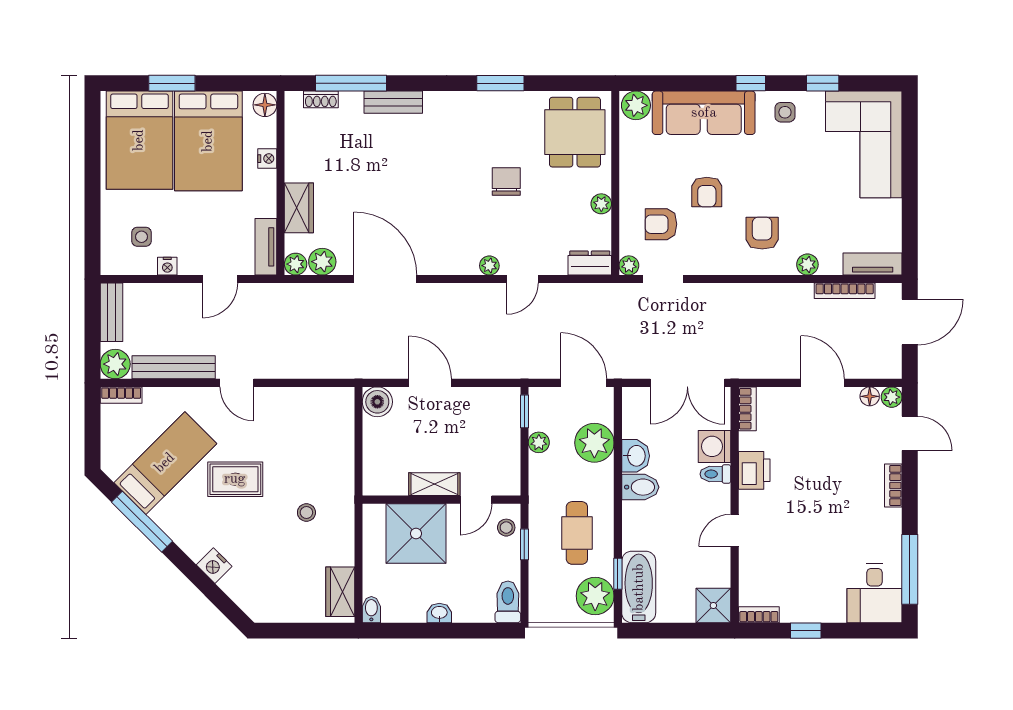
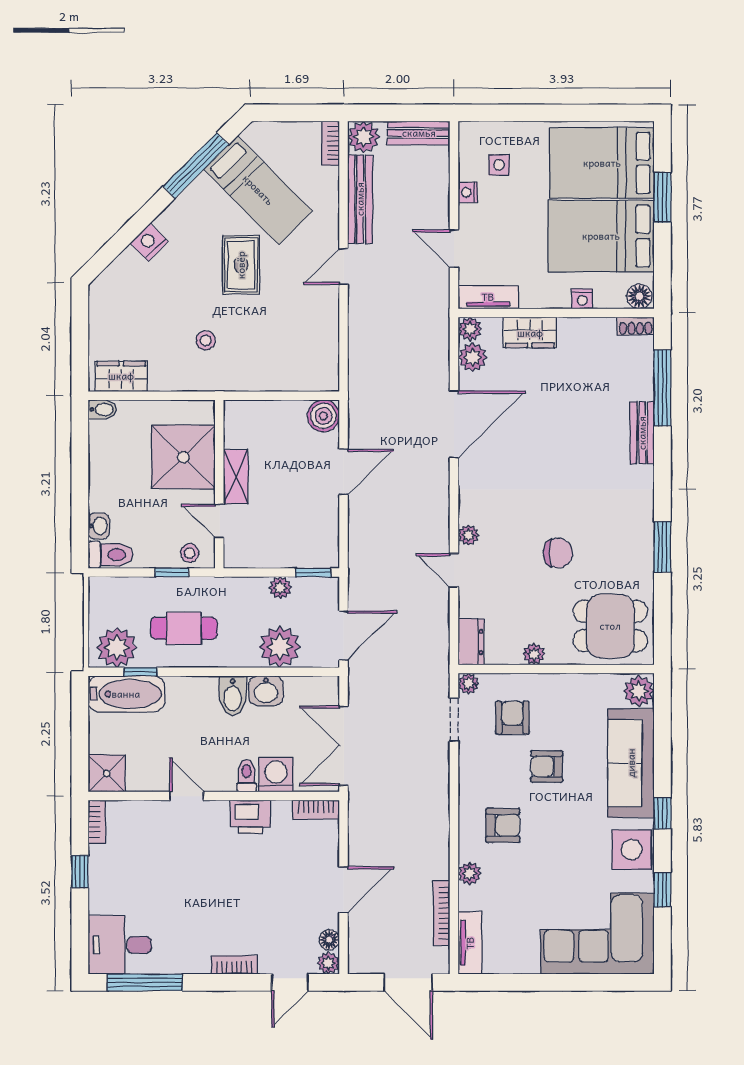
shoe rack: (321, 99) -> (636, 326), moved, turned -90
side table: (785, 112) -> (632, 850), width x1.87, depth x1.87
washbasin: (439, 613) -> (99, 526), moved

